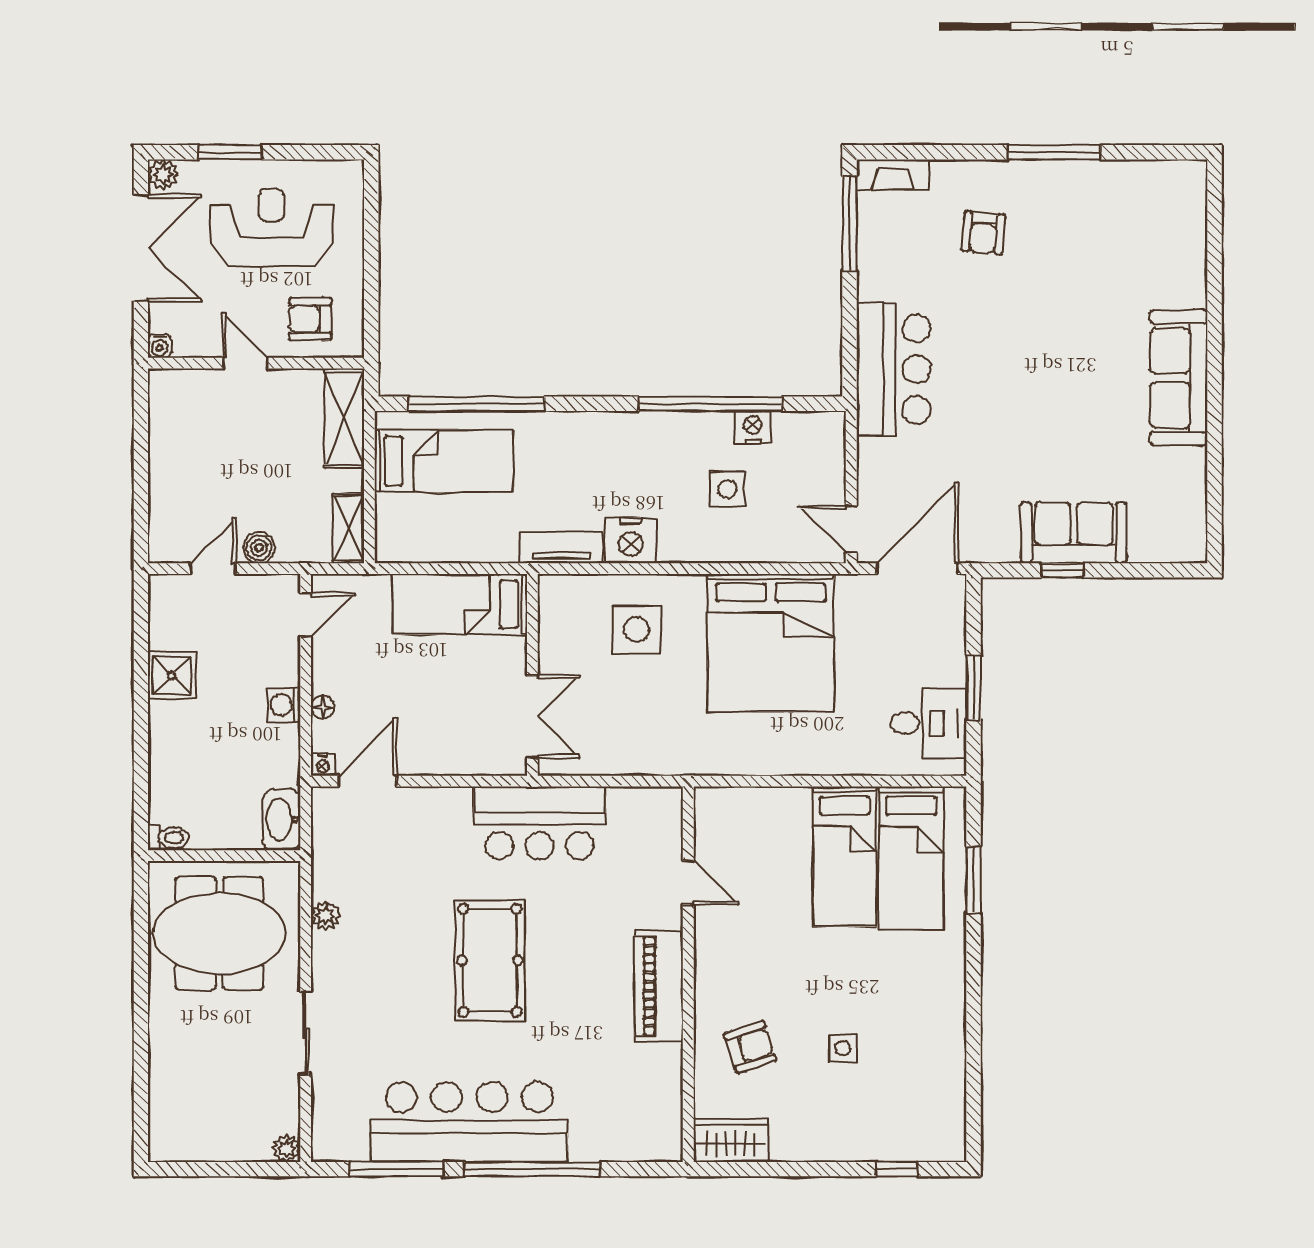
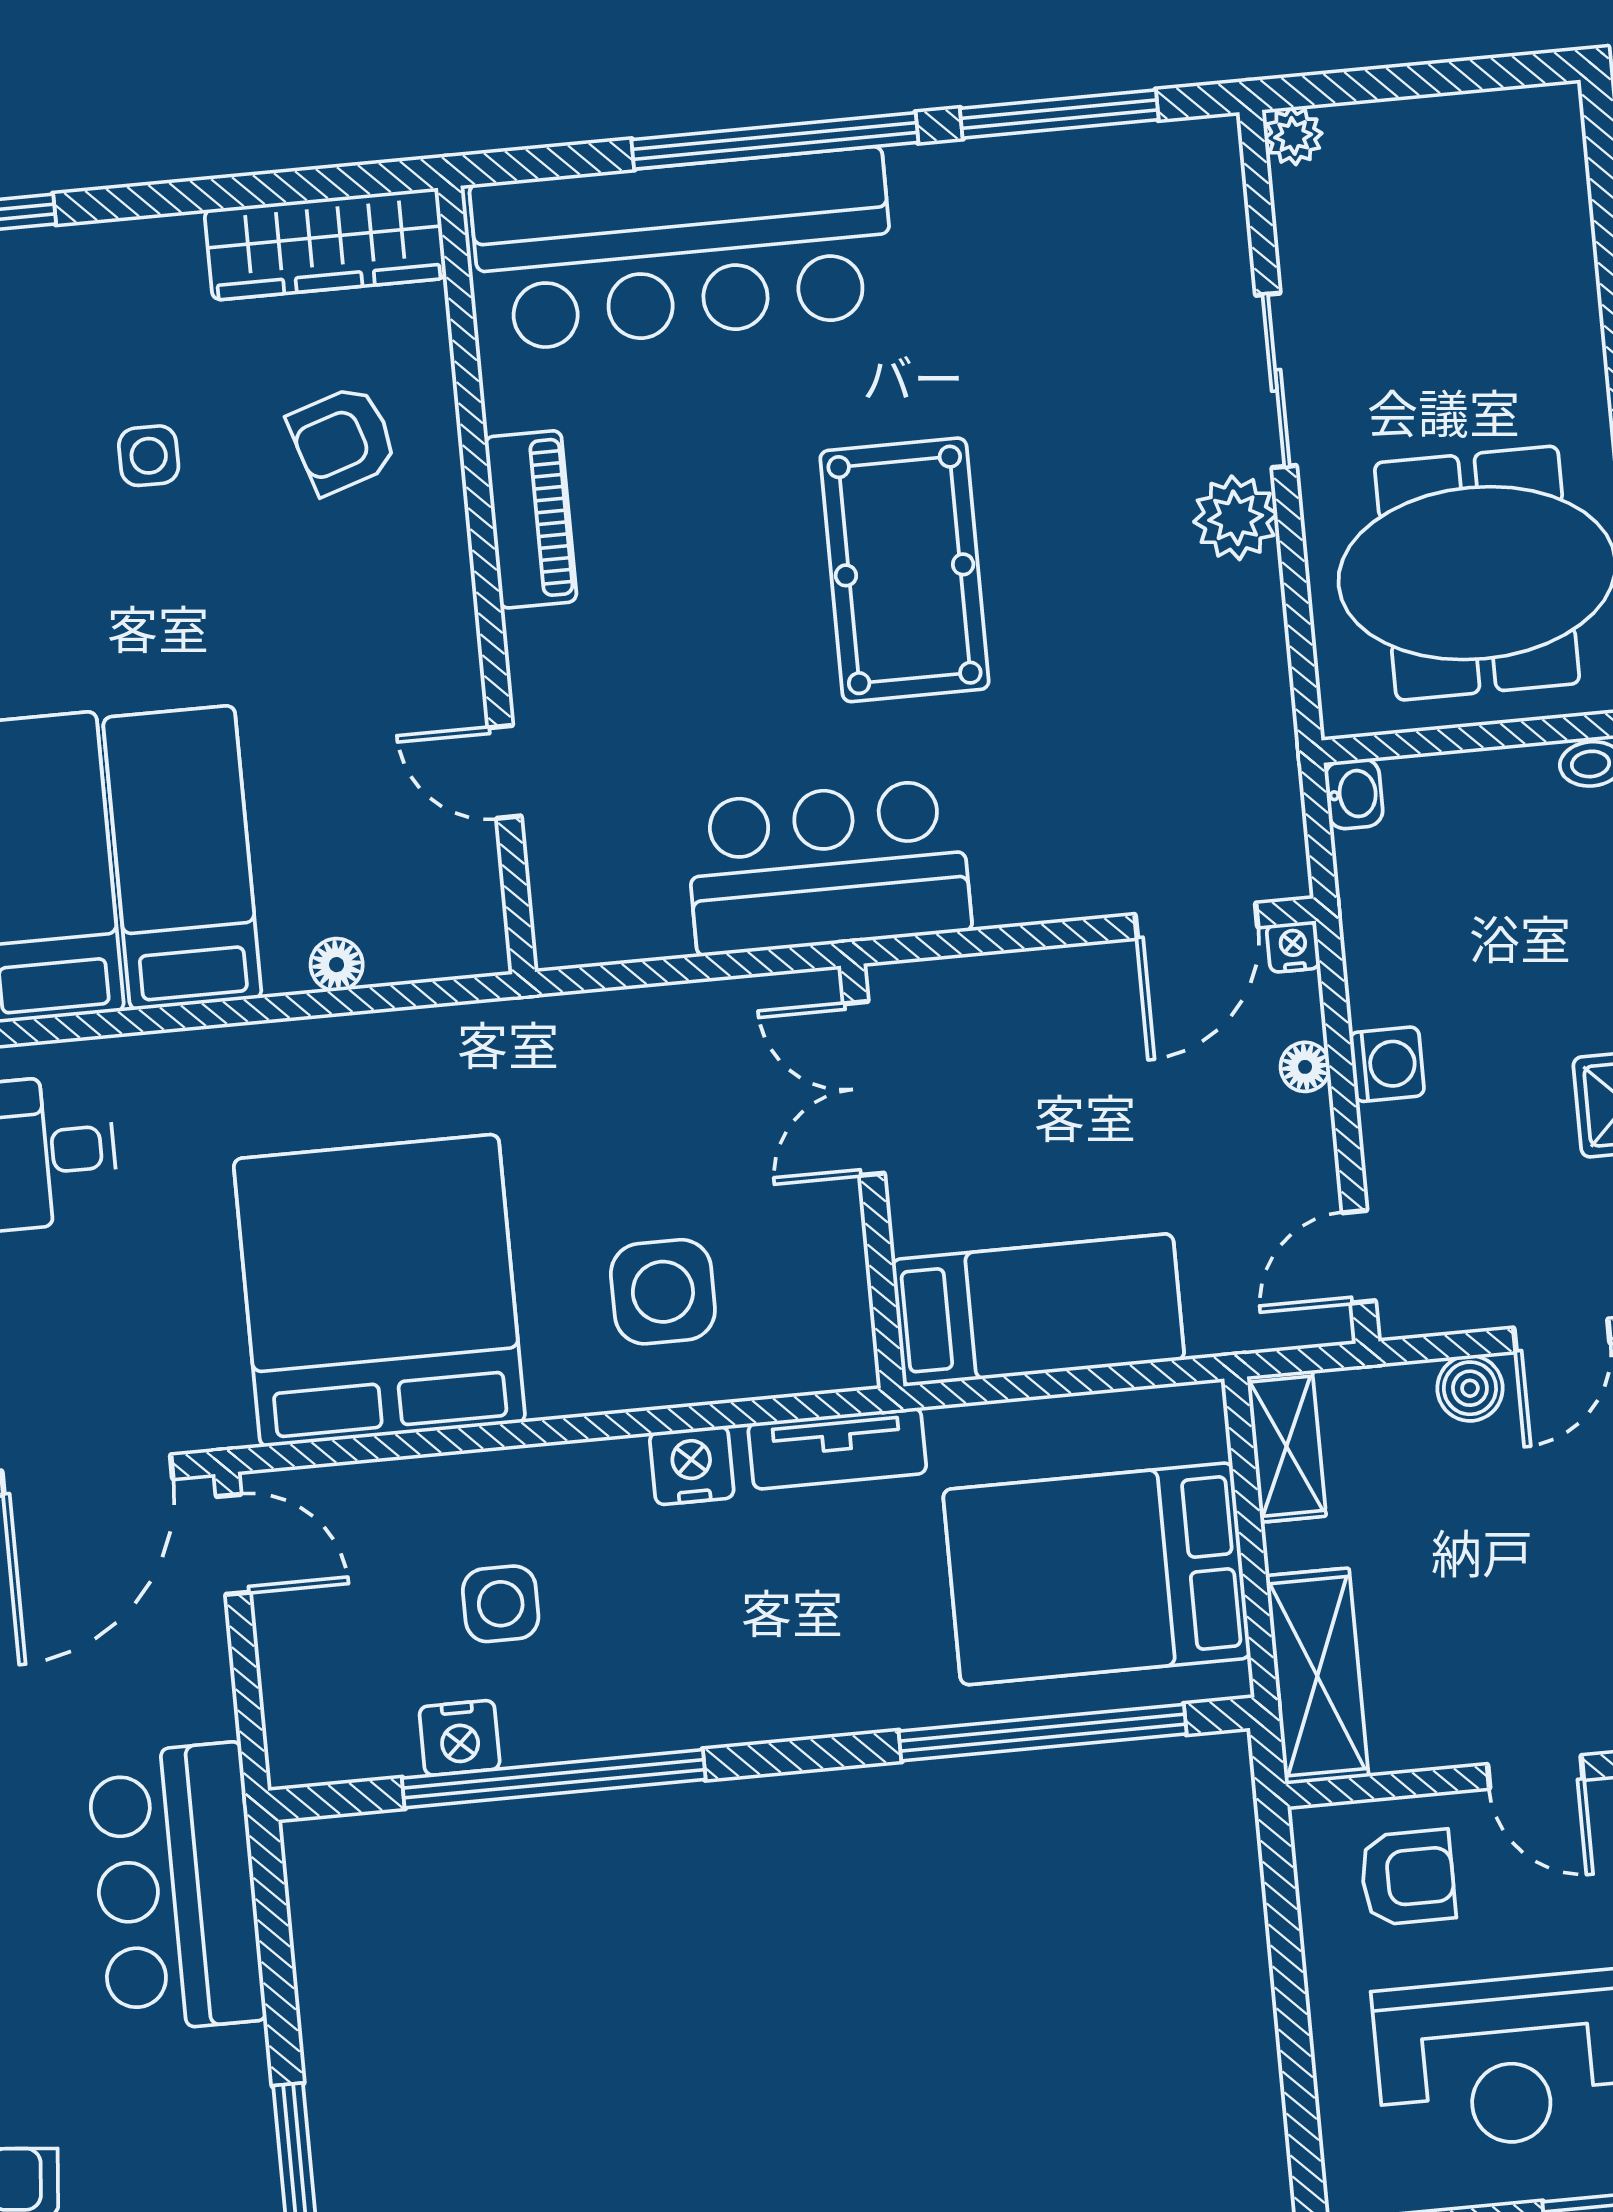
bed: (444, 461) -> (1097, 1574), width x1.50
nightstand: (631, 540) -> (692, 1465), width x0.74, depth x0.75
floor lamp: (776, 799) -> (337, 965), added
washbasin: (282, 820) -> (1354, 794), width x0.52, depth x0.69
plant: (326, 916) -> (1236, 518), moved, width x1.38, depth x1.38
piano: (659, 986) -> (531, 519), width x0.73, depth x0.75
bar counter: (469, 1122) -> (683, 249), moved
wardrobe: (731, 1140) -> (325, 244), width x1.50

